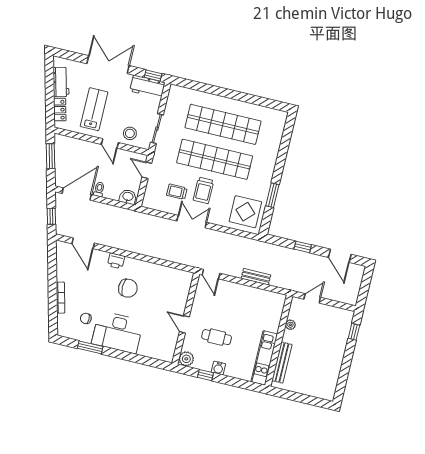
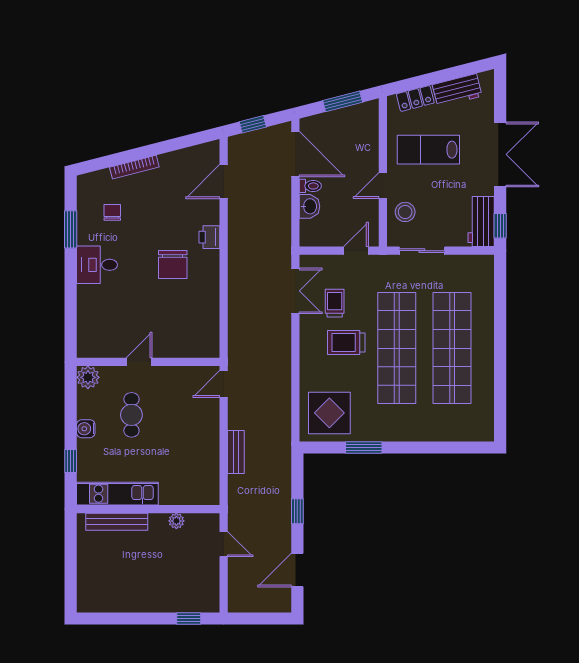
lab bench: (94, 109) -> (428, 150), turned 180
washbasin: (128, 197) -> (309, 206), moved
double door: (192, 222) -> (295, 291), moved
desk: (117, 332) -> (97, 265), width x0.53, depth x0.77
window: (205, 375) -> (71, 461), moved

